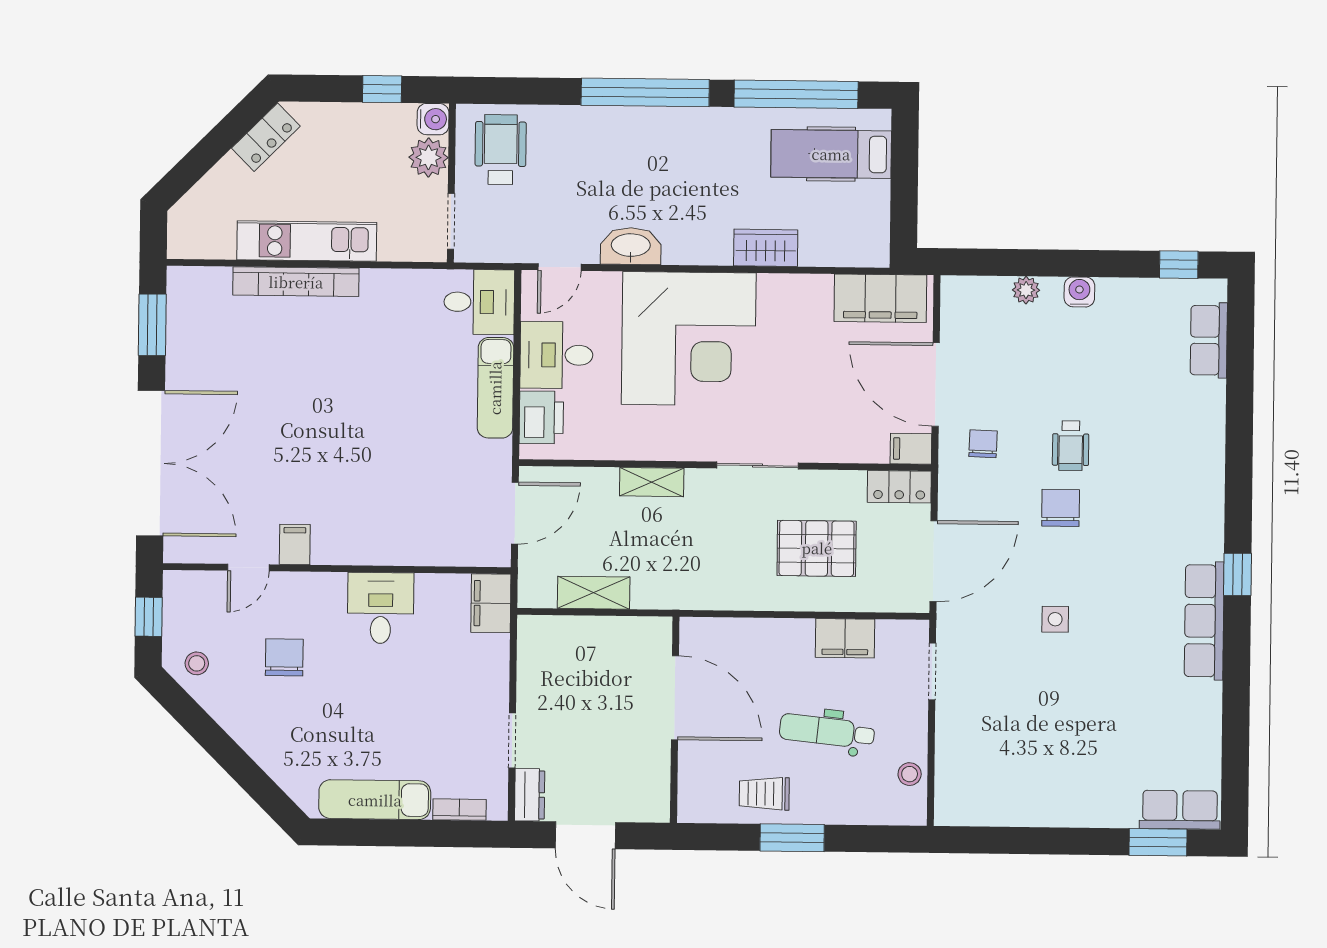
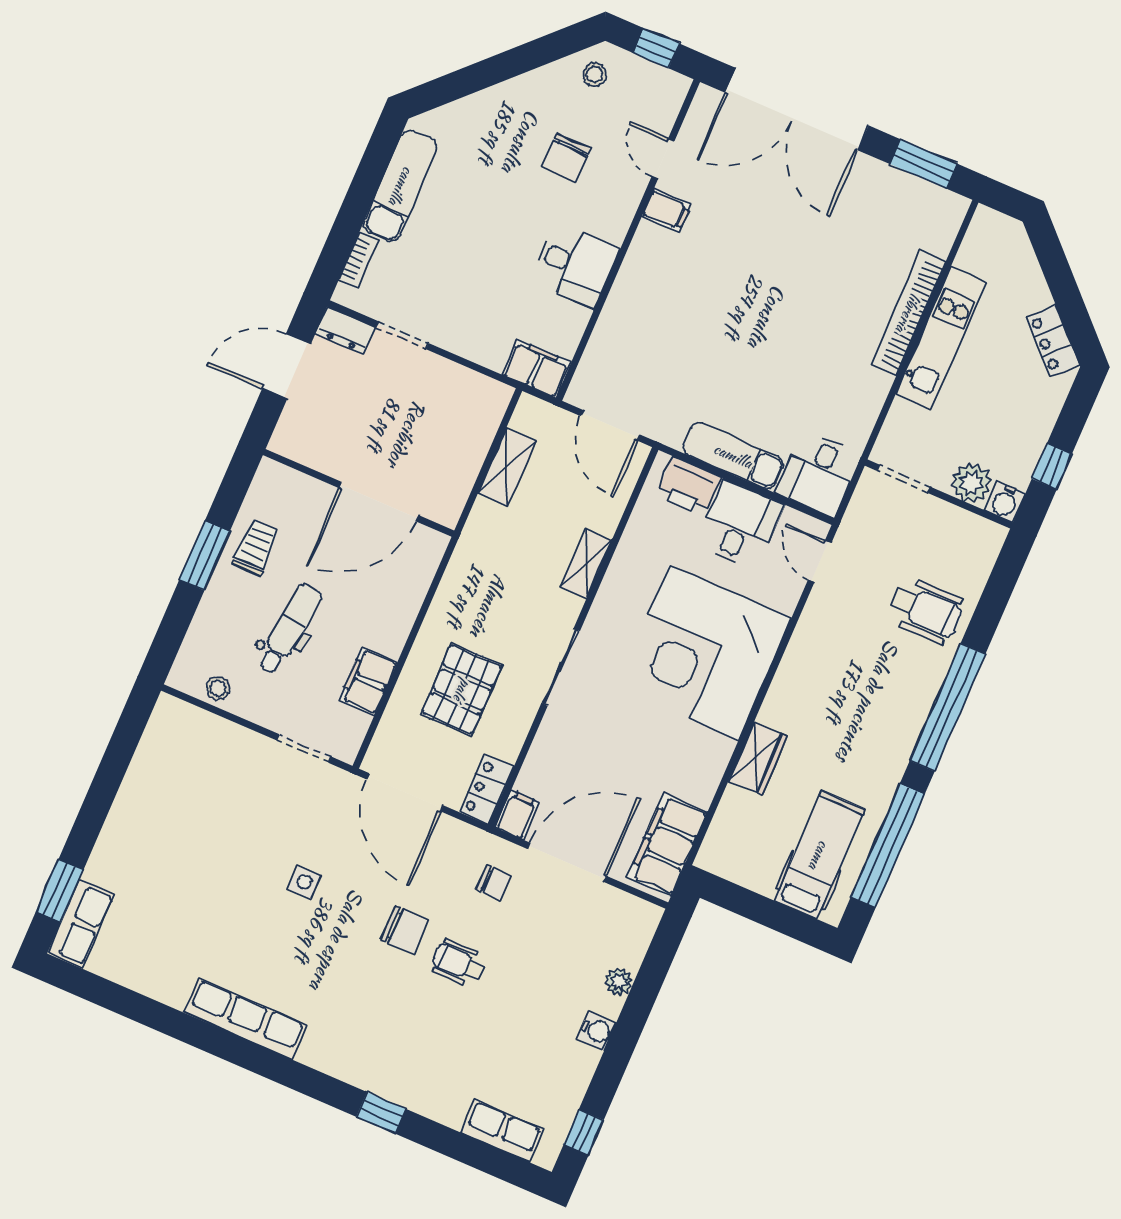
wheelchair: (501, 150) -> (926, 610), moved
washbasin: (631, 246) -> (812, 635), removed
window: (1237, 574) -> (381, 1113), moved
chair: (284, 657) -> (566, 157), turned 90

